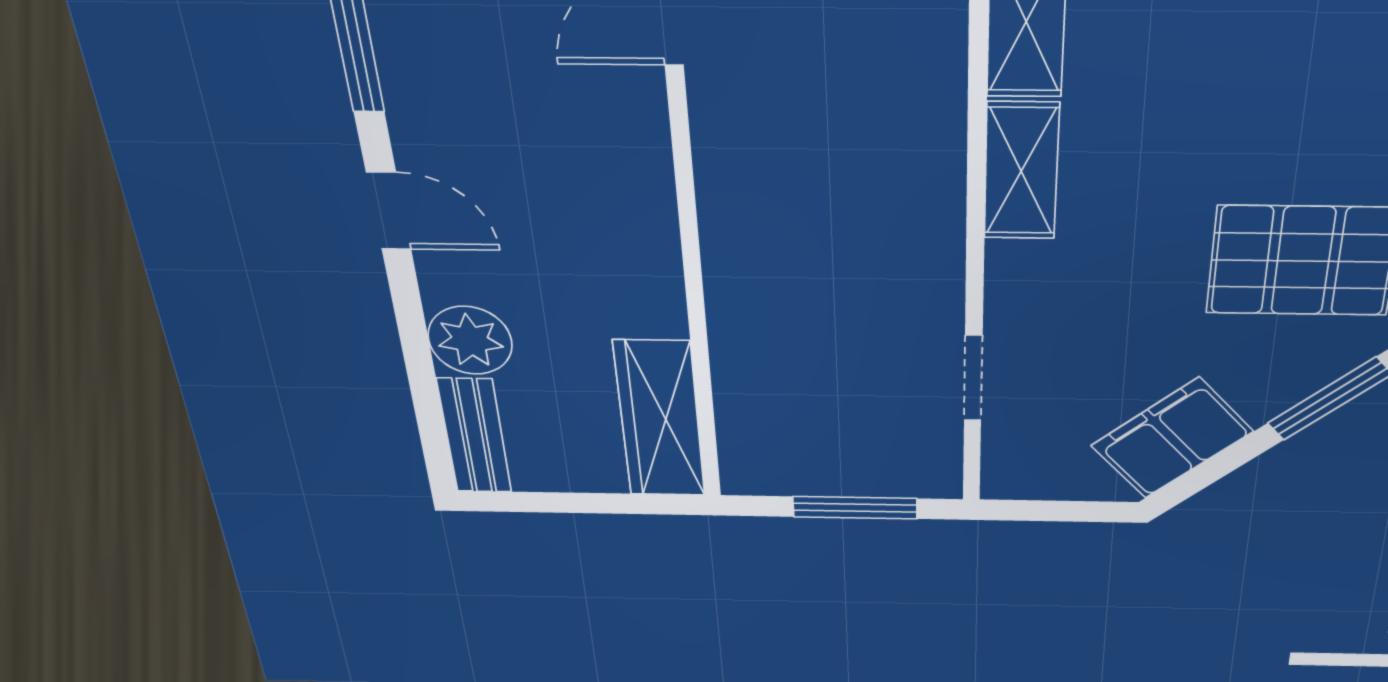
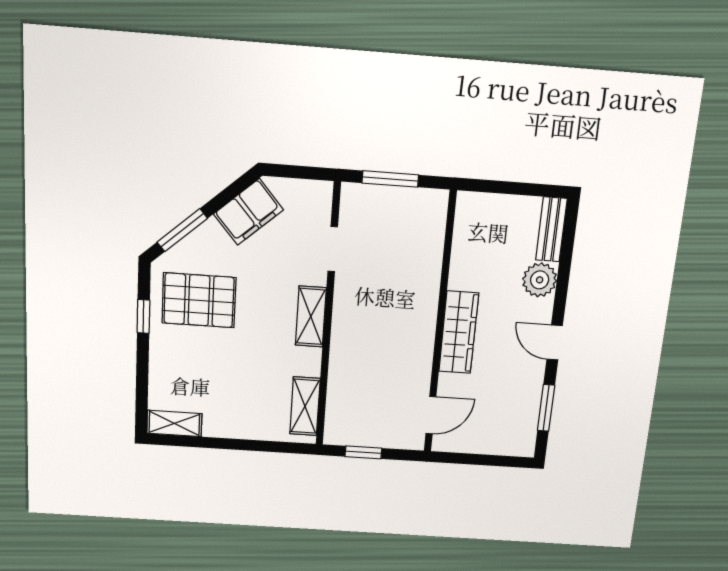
shelving: (1021, 171) -> (311, 317), moved
wardrobe: (660, 419) -> (459, 332), moved

